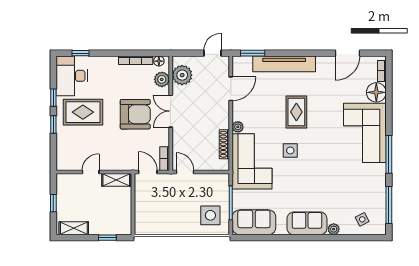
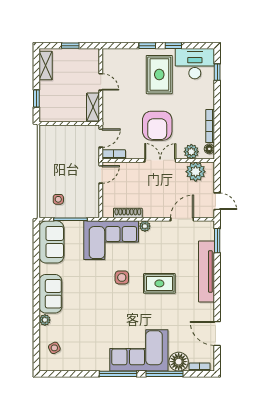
door: (231, 89) -> (182, 219), swing flipped
window: (389, 205) -> (164, 374), moved
side table: (210, 215) -> (58, 199), width x0.54, depth x0.54

